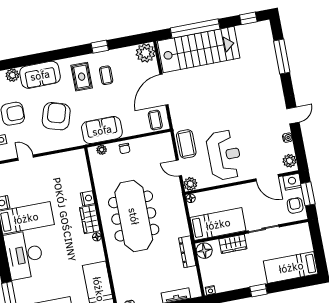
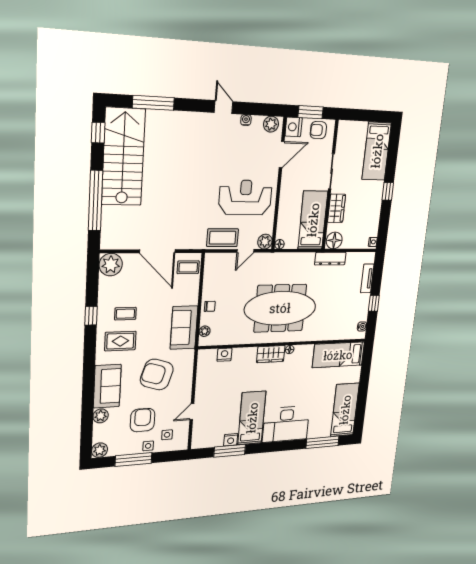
stairs: (199, 49) -> (123, 157), moved
nightstand: (88, 198) -> (224, 355), moved

